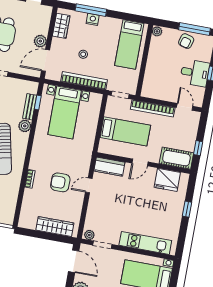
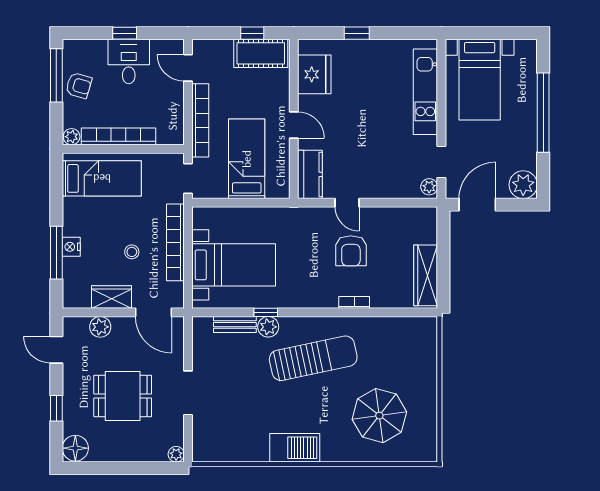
wardrobe: (61, 26) -> (112, 297), moved
plant: (40, 41) -> (100, 327), moved
bookcase: (152, 59) -> (119, 136), added
window: (38, 102) -> (266, 312), moved
door: (185, 107) -> (188, 68), hinge flipped
cot: (176, 158) -> (261, 53), moved, turned 90
wardrobe: (55, 227) -> (426, 275), moved

